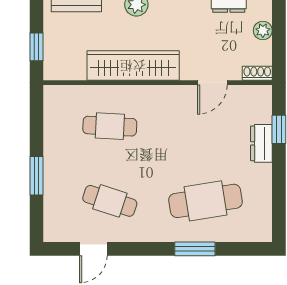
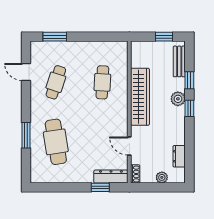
window: (37, 47) -> (164, 37), moved
dresser: (261, 143) -> (111, 177), moved, width x1.44
window: (37, 176) -> (55, 37), moved

